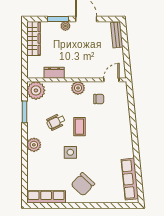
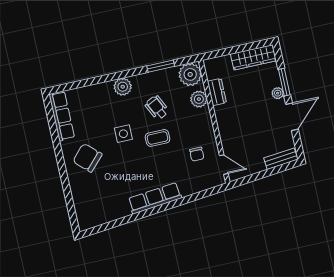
plant: (78, 88) -> (199, 99), moved
row of seats: (130, 179) -> (155, 198), moved

